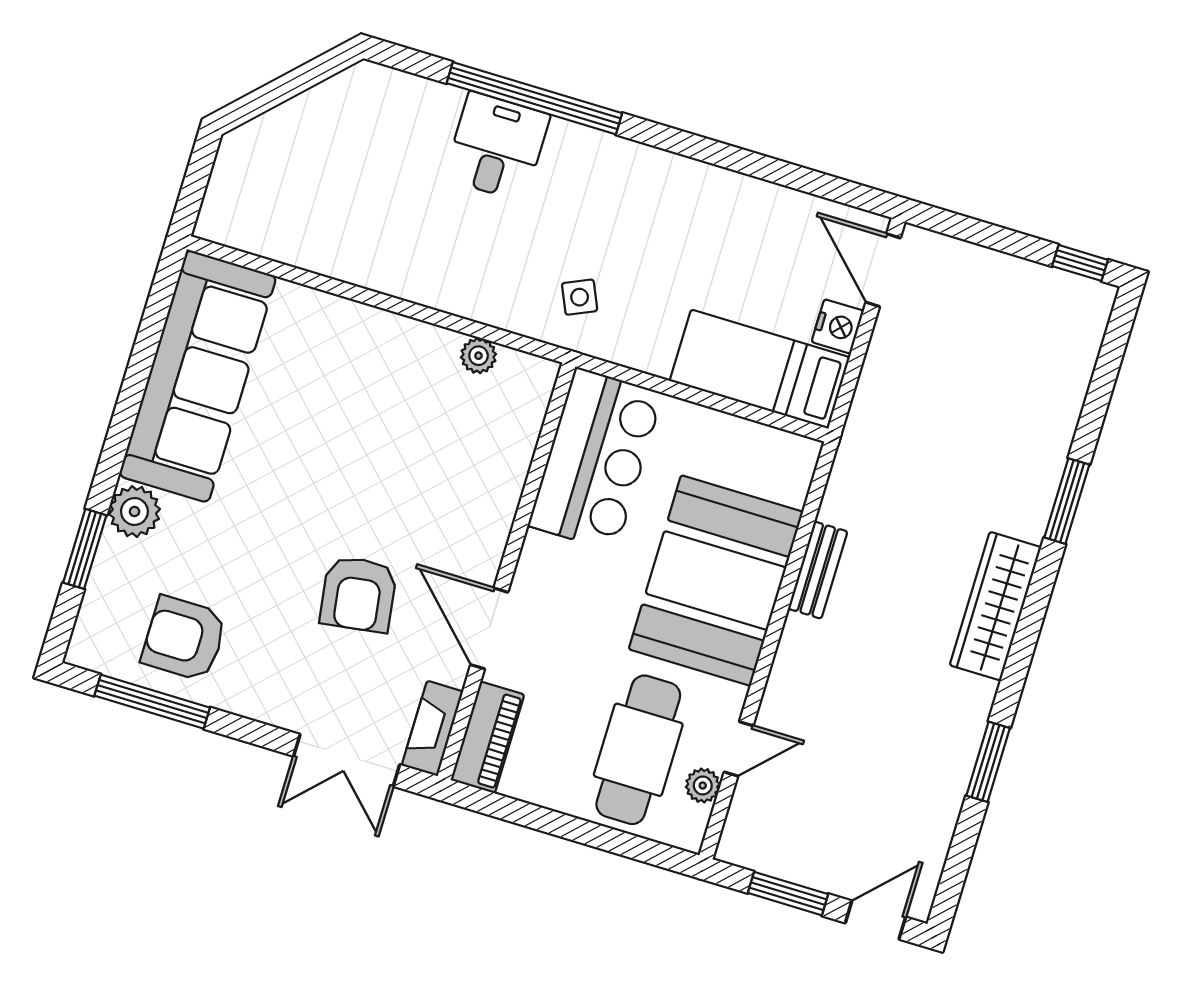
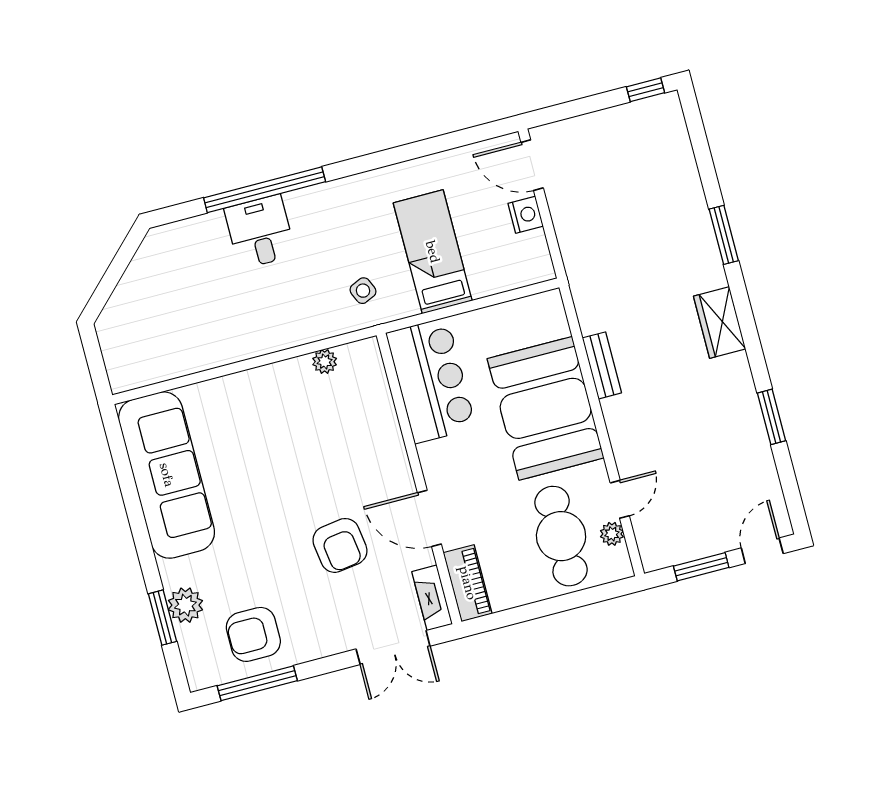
bed: (760, 369) -> (433, 252), moved, turned 90
plant: (134, 511) -> (185, 605), moved
wardrobe: (995, 606) -> (720, 323), width x0.67

